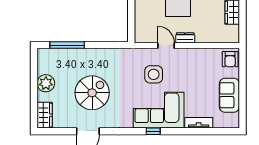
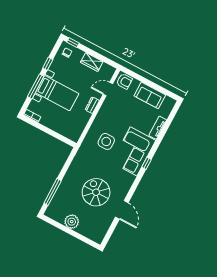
door: (166, 46) -> (108, 89), moved
wardrobe: (45, 115) -> (94, 235), removed

